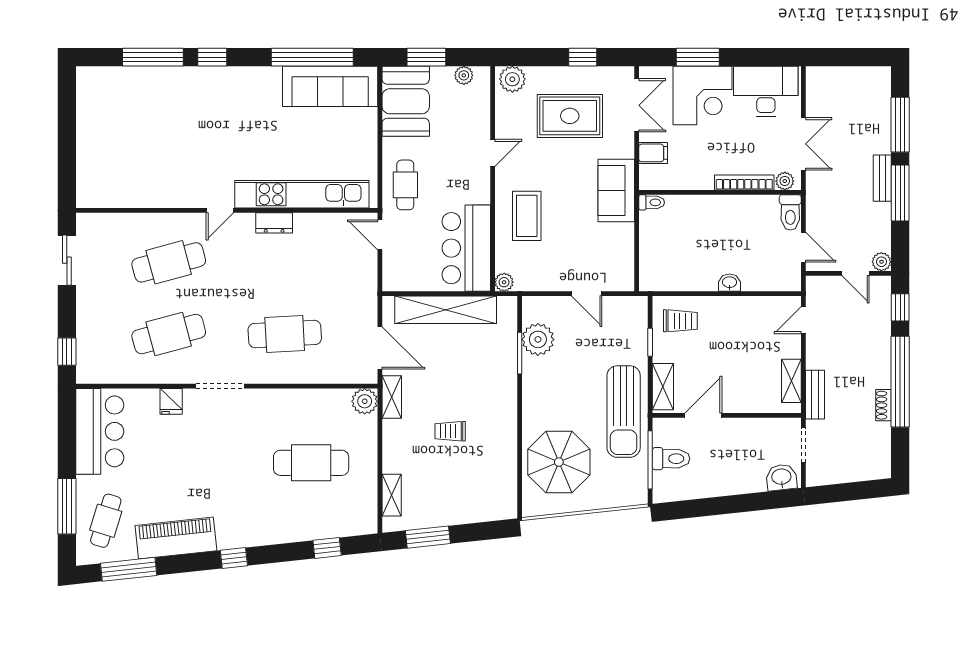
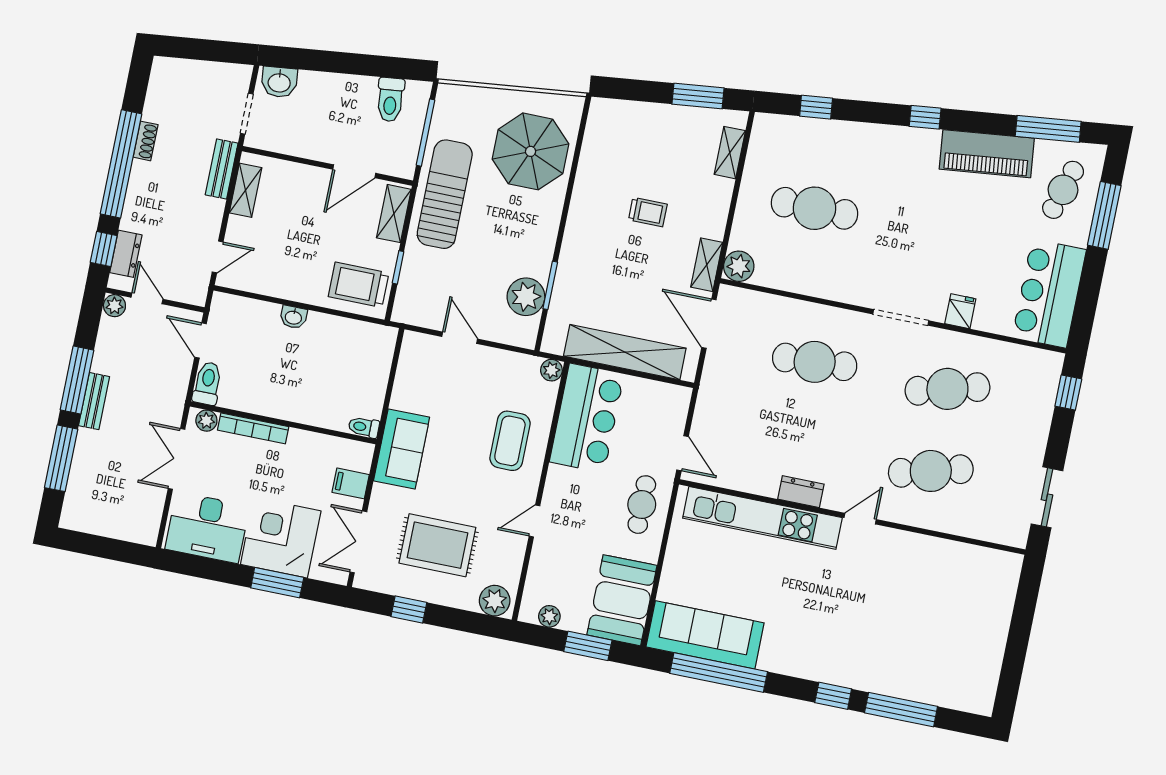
dresser: (881, 307) -> (126, 254), added
trolley: (680, 321) -> (359, 285), width x1.36, depth x1.39
toilet: (671, 459) -> (390, 100), moved, turned -96

